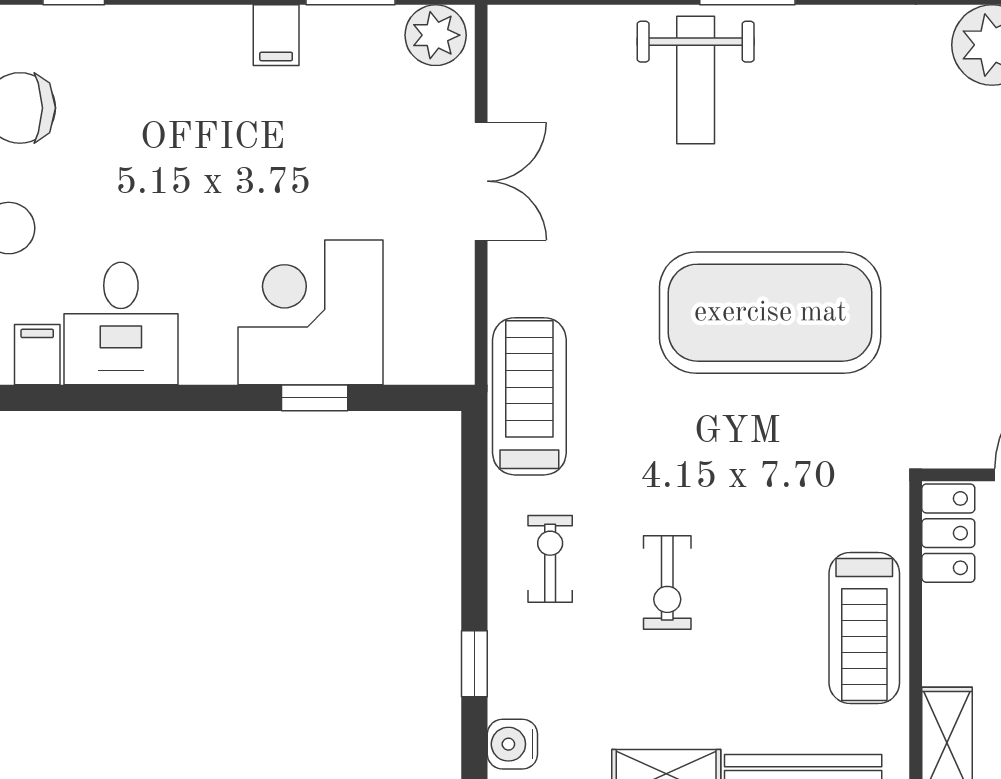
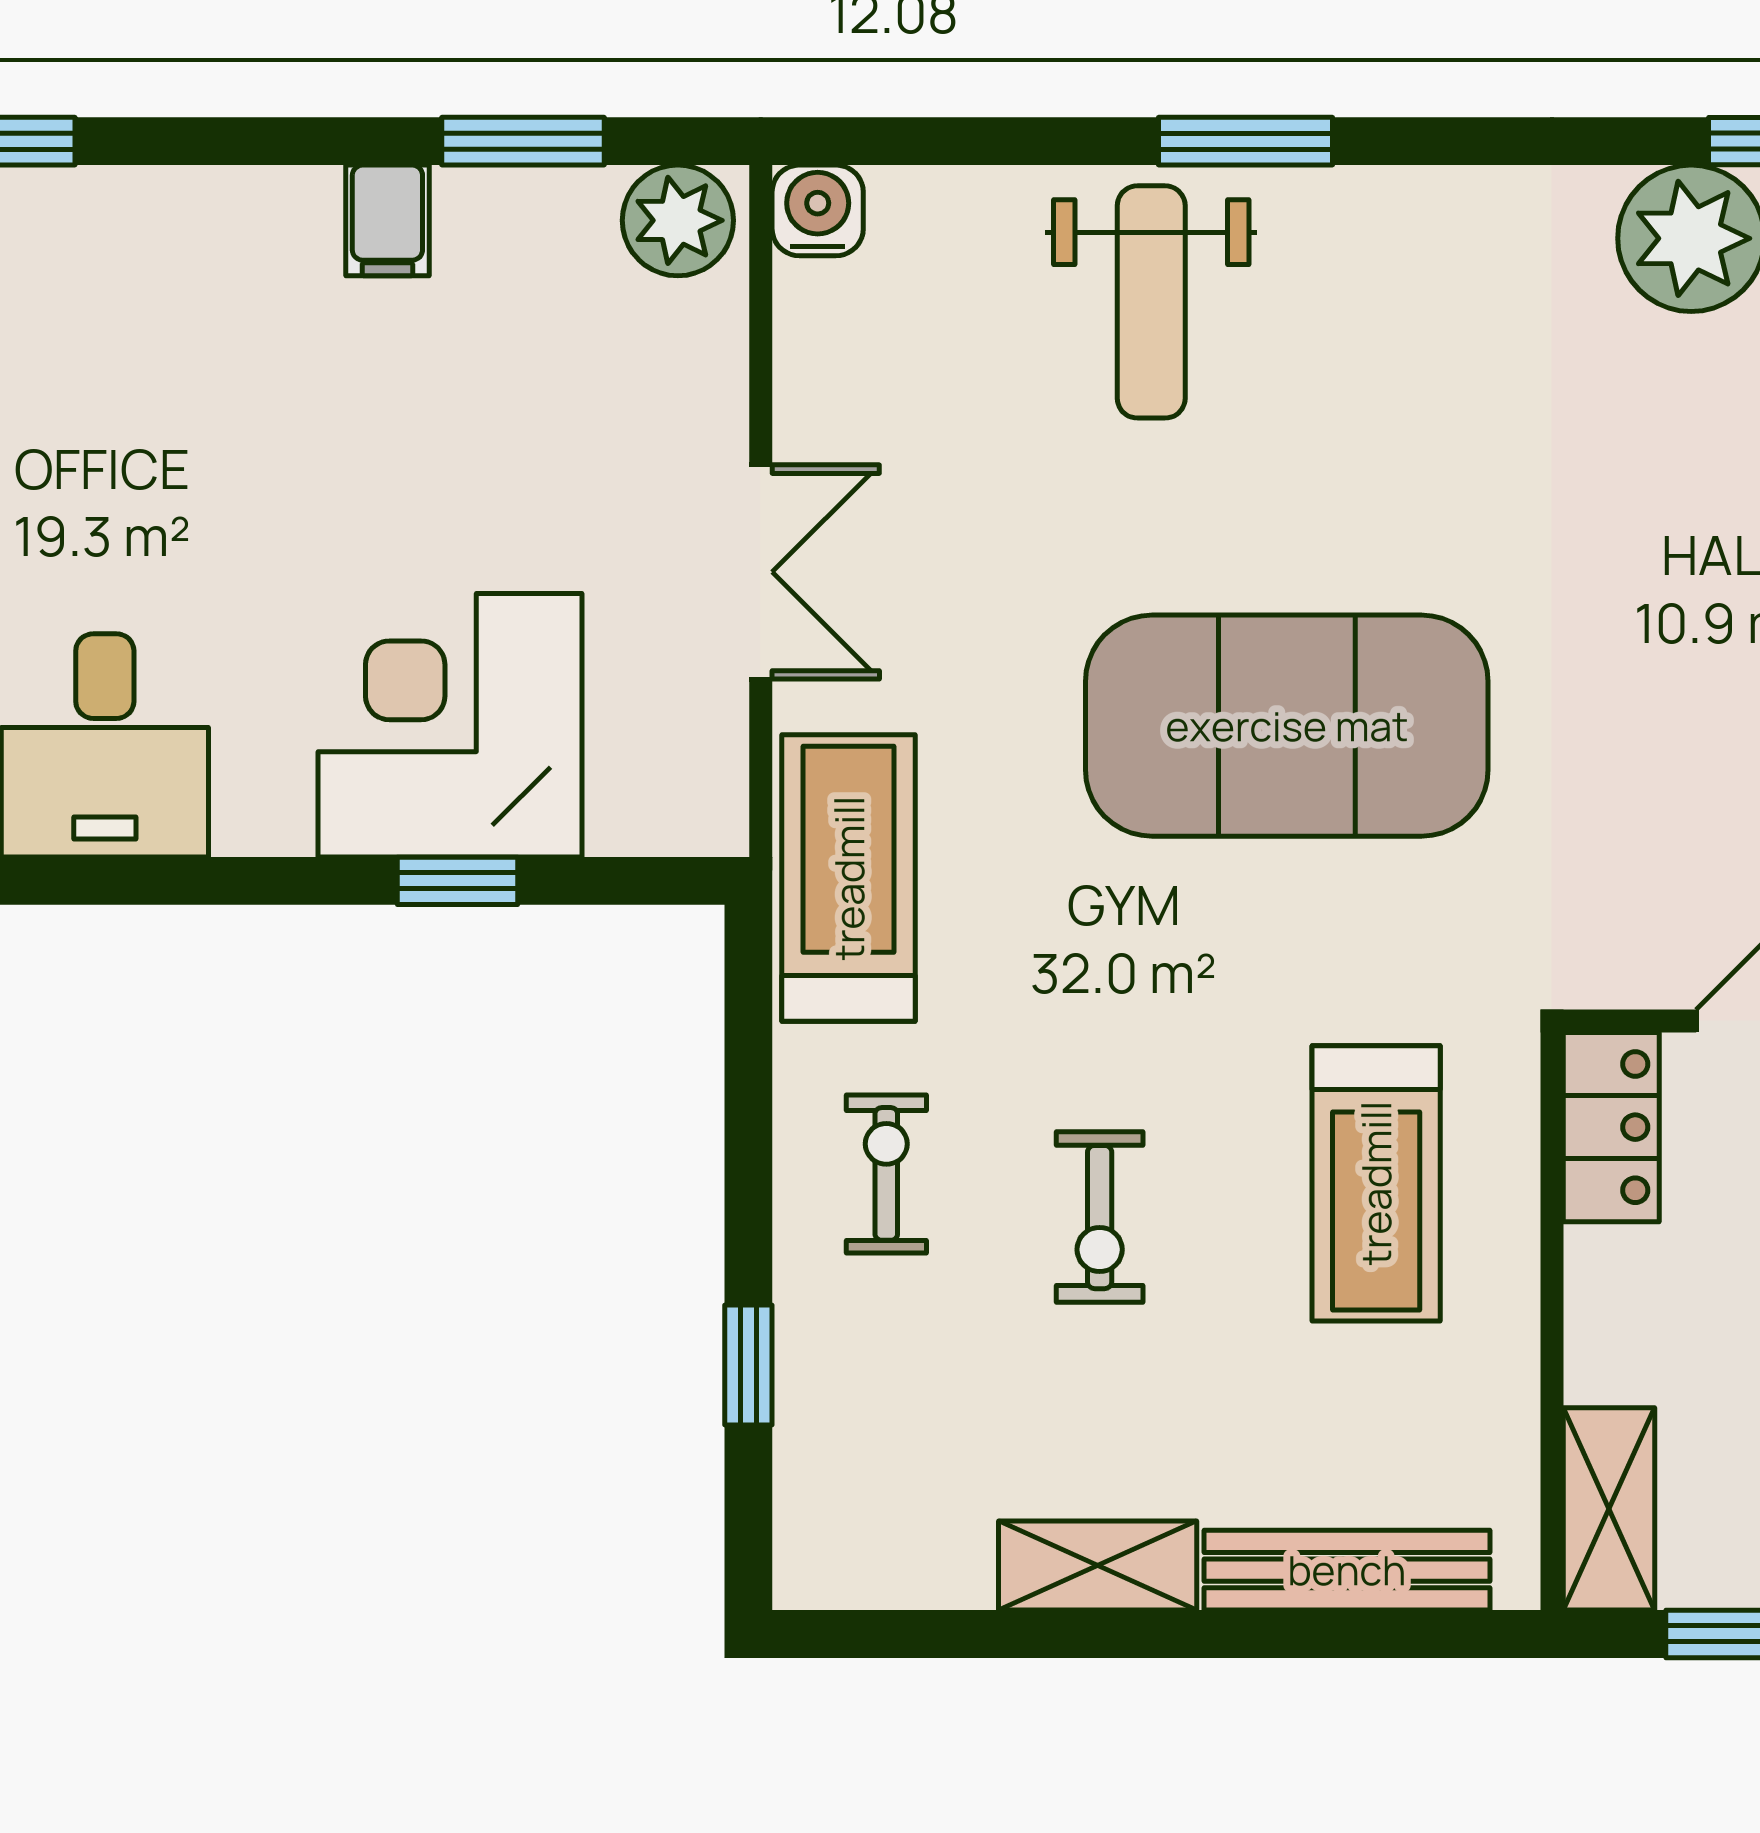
double door: (481, 181) -> (761, 572), moved
treadmill: (864, 628) -> (1376, 1183), moved
water cooler: (512, 744) -> (818, 210), moved, turned 90

